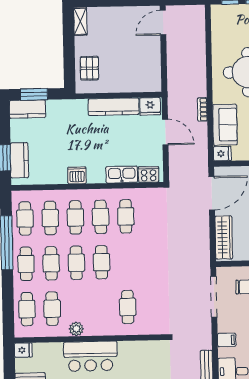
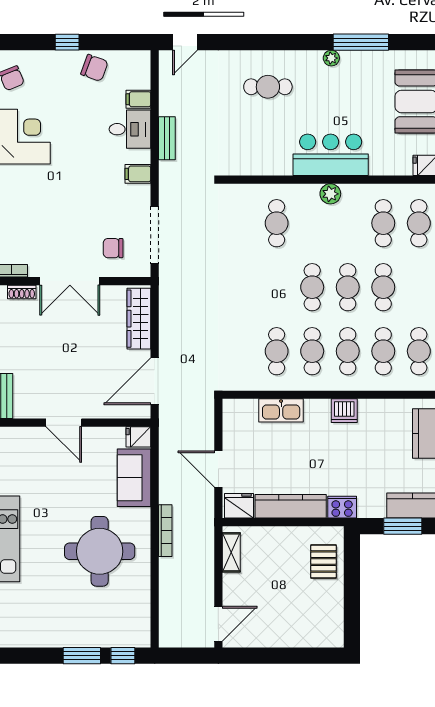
shelving: (80, 21) -> (231, 552), moved
bookcase: (202, 110) -> (165, 531), moved, width x1.56
cooker: (149, 174) -> (342, 507), moved, turned 180
cafe table: (26, 264) -> (419, 287), removed
plant: (76, 329) -> (330, 194), moved

